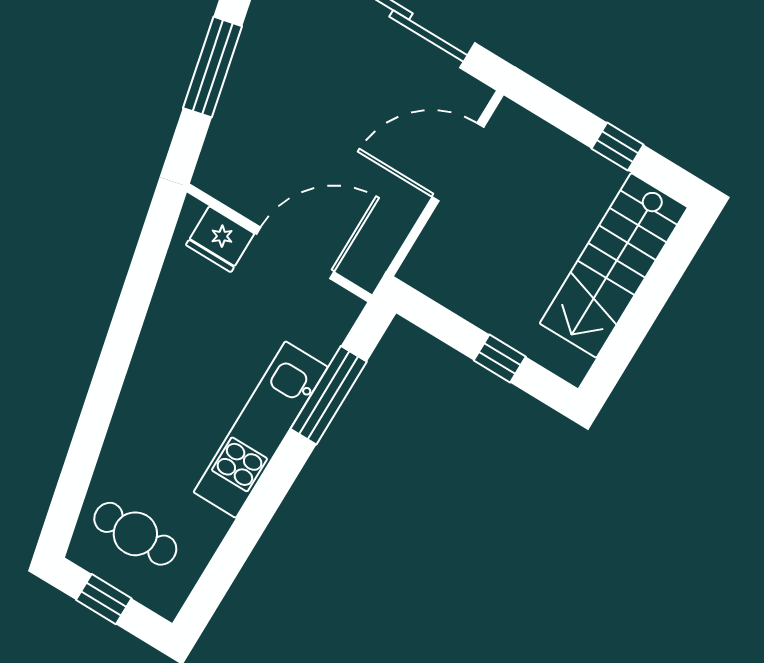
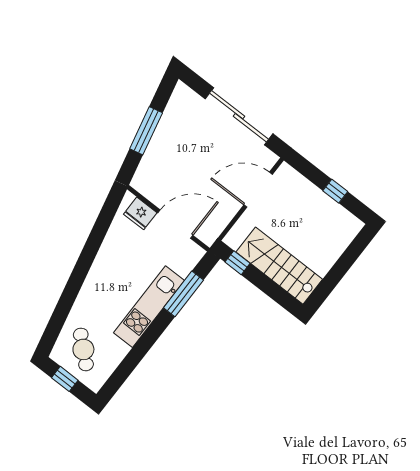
stairs: (614, 265) -> (279, 266), moved, turned 90
window: (500, 358) -> (238, 263), moved
cafe table: (135, 534) -> (83, 349), turned 42

